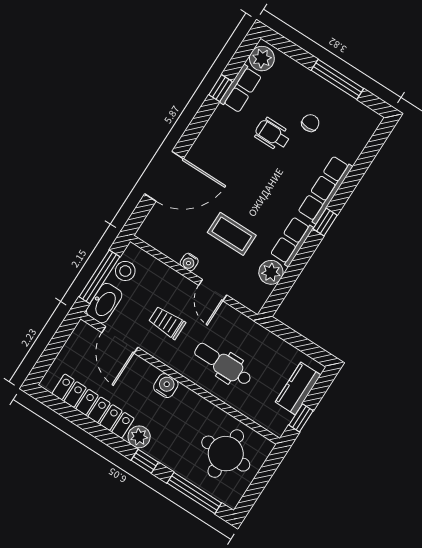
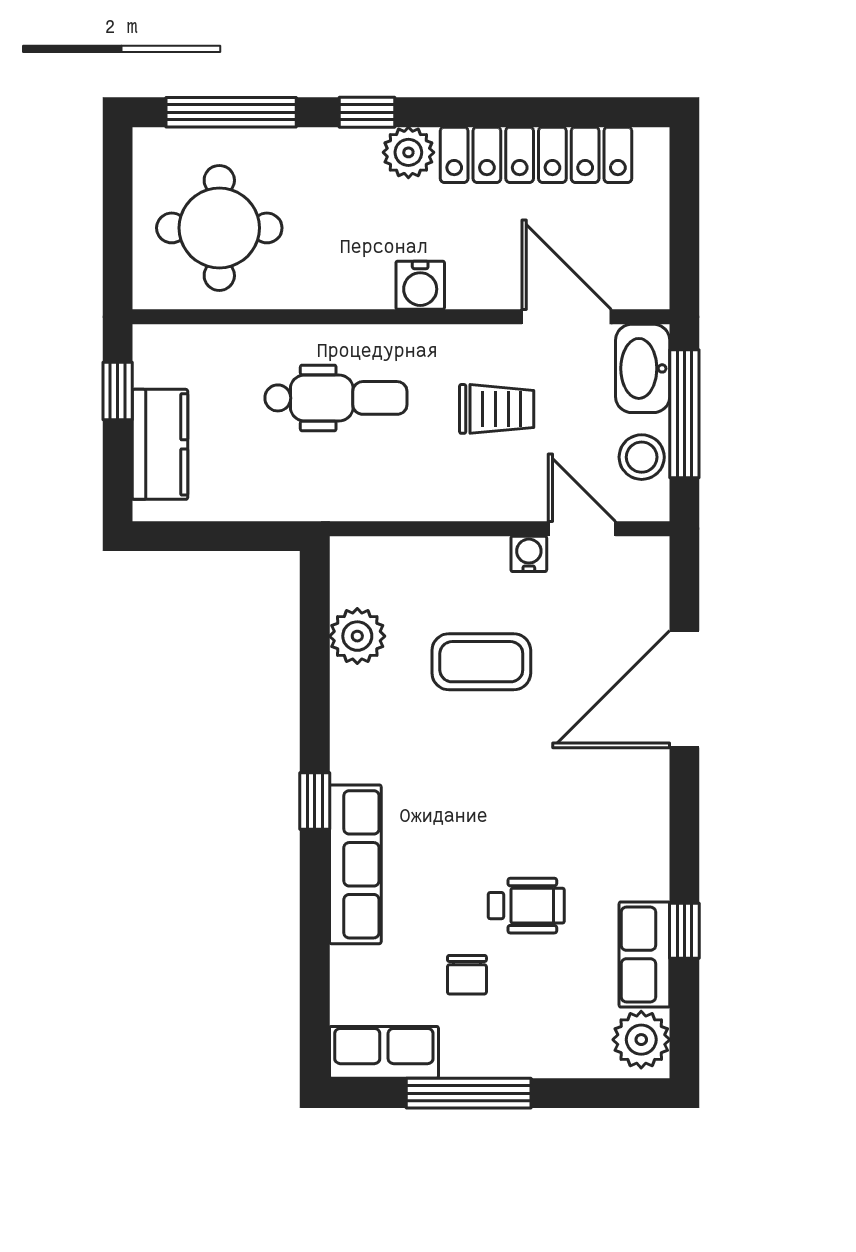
row of seats: (292, 241) -> (384, 1052), moved, turned -90
door: (213, 290) -> (582, 529), moved

